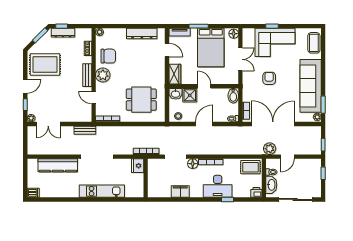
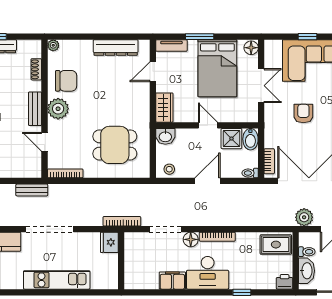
door: (167, 50) -> (153, 72), swing flipped
shower: (190, 95) -> (231, 139), moved
desk: (218, 186) -> (208, 273), moved

